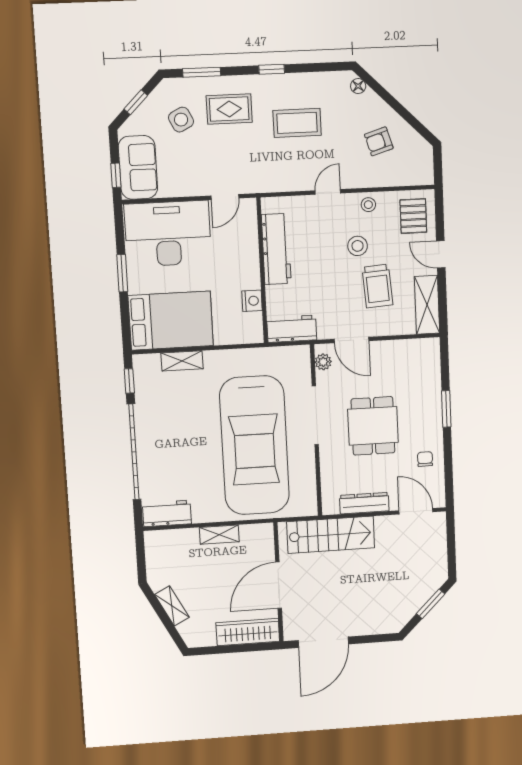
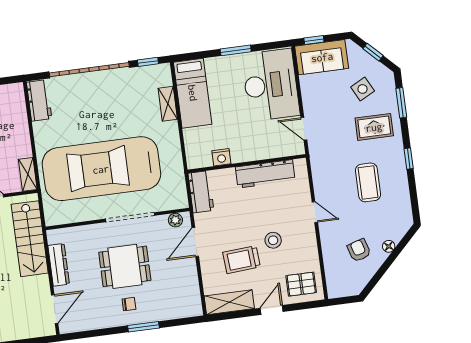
floor lamp: (358, 86) -> (389, 246), moved
rug: (229, 109) -> (374, 127), turned 90
stool: (368, 205) -> (307, 246), removed
bed: (171, 321) -> (193, 93), width x0.67
chair: (425, 459) -> (129, 304), moved
shelving: (219, 535) -> (28, 174), moved

